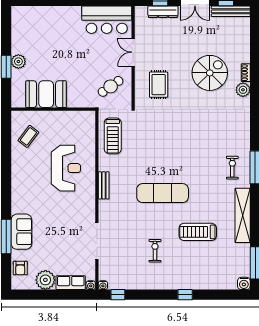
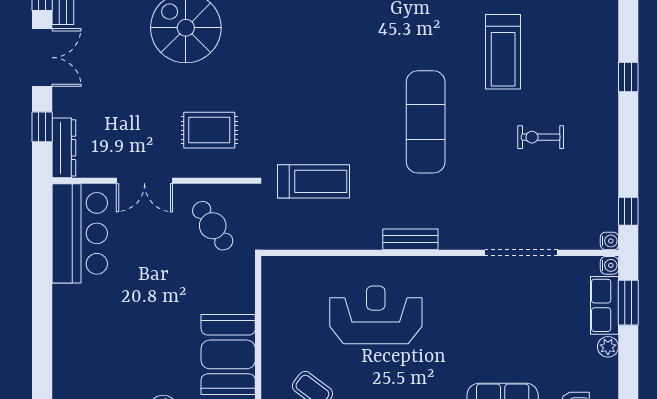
dresser: (163, 12) -> (64, 148), moved
treadmill: (113, 136) -> (314, 181), moved
plant: (45, 280) -> (608, 347), width x0.53, depth x0.53
window: (72, 295) -> (628, 303), added

